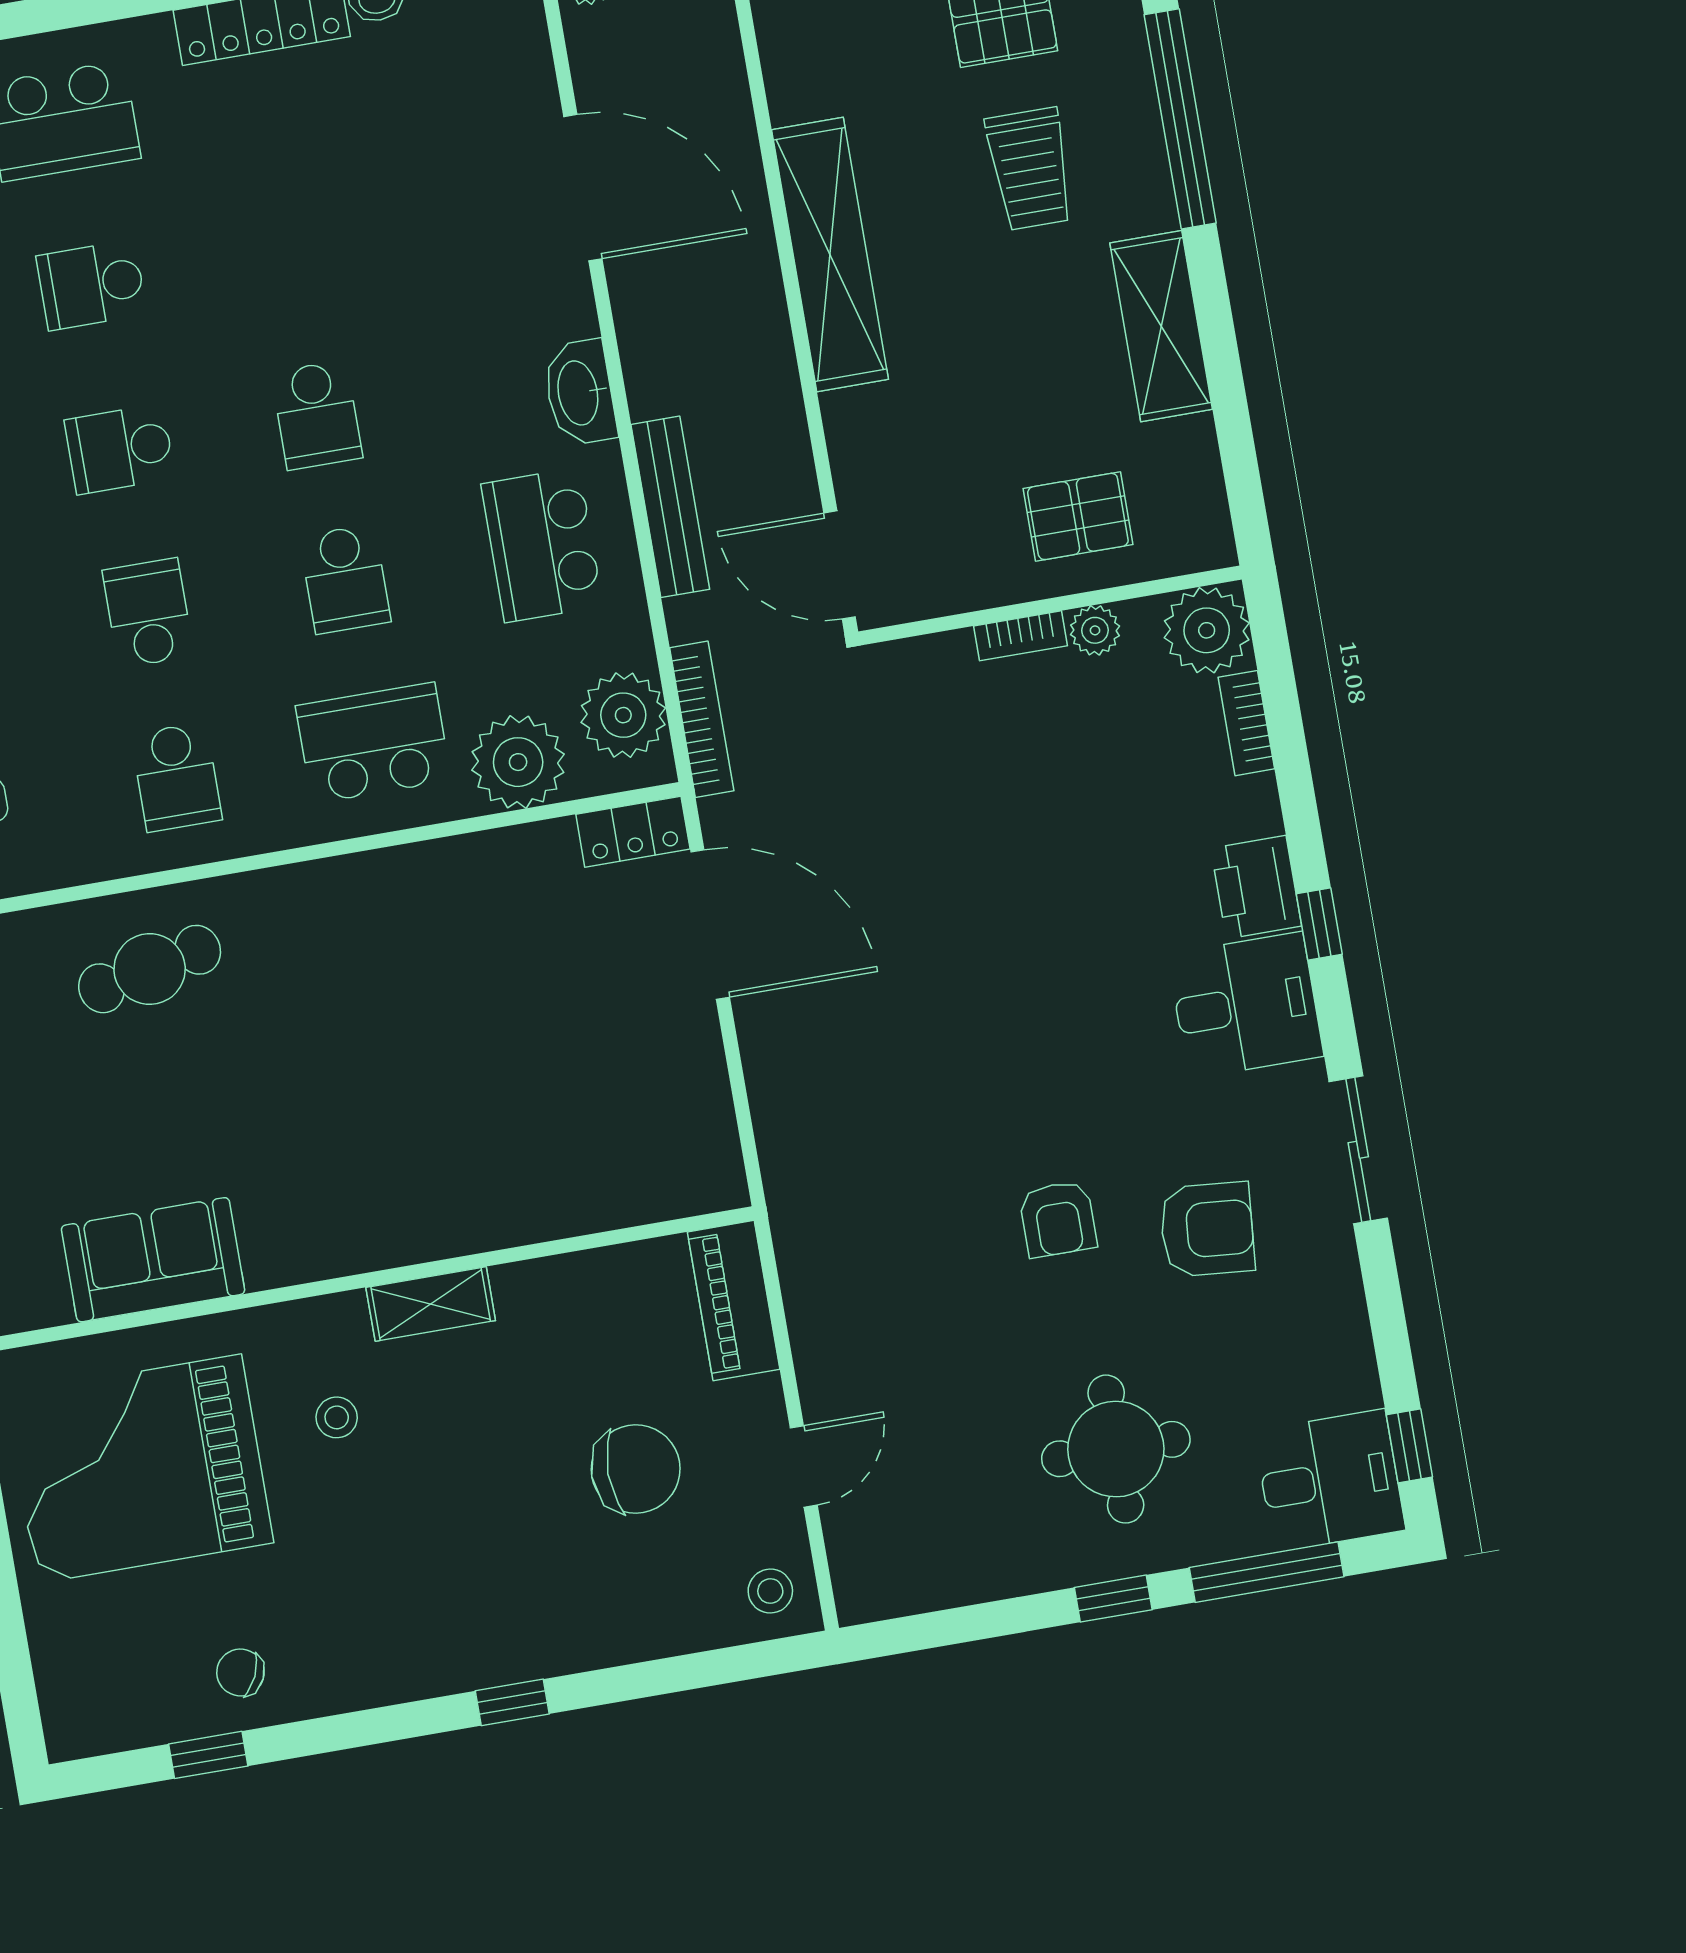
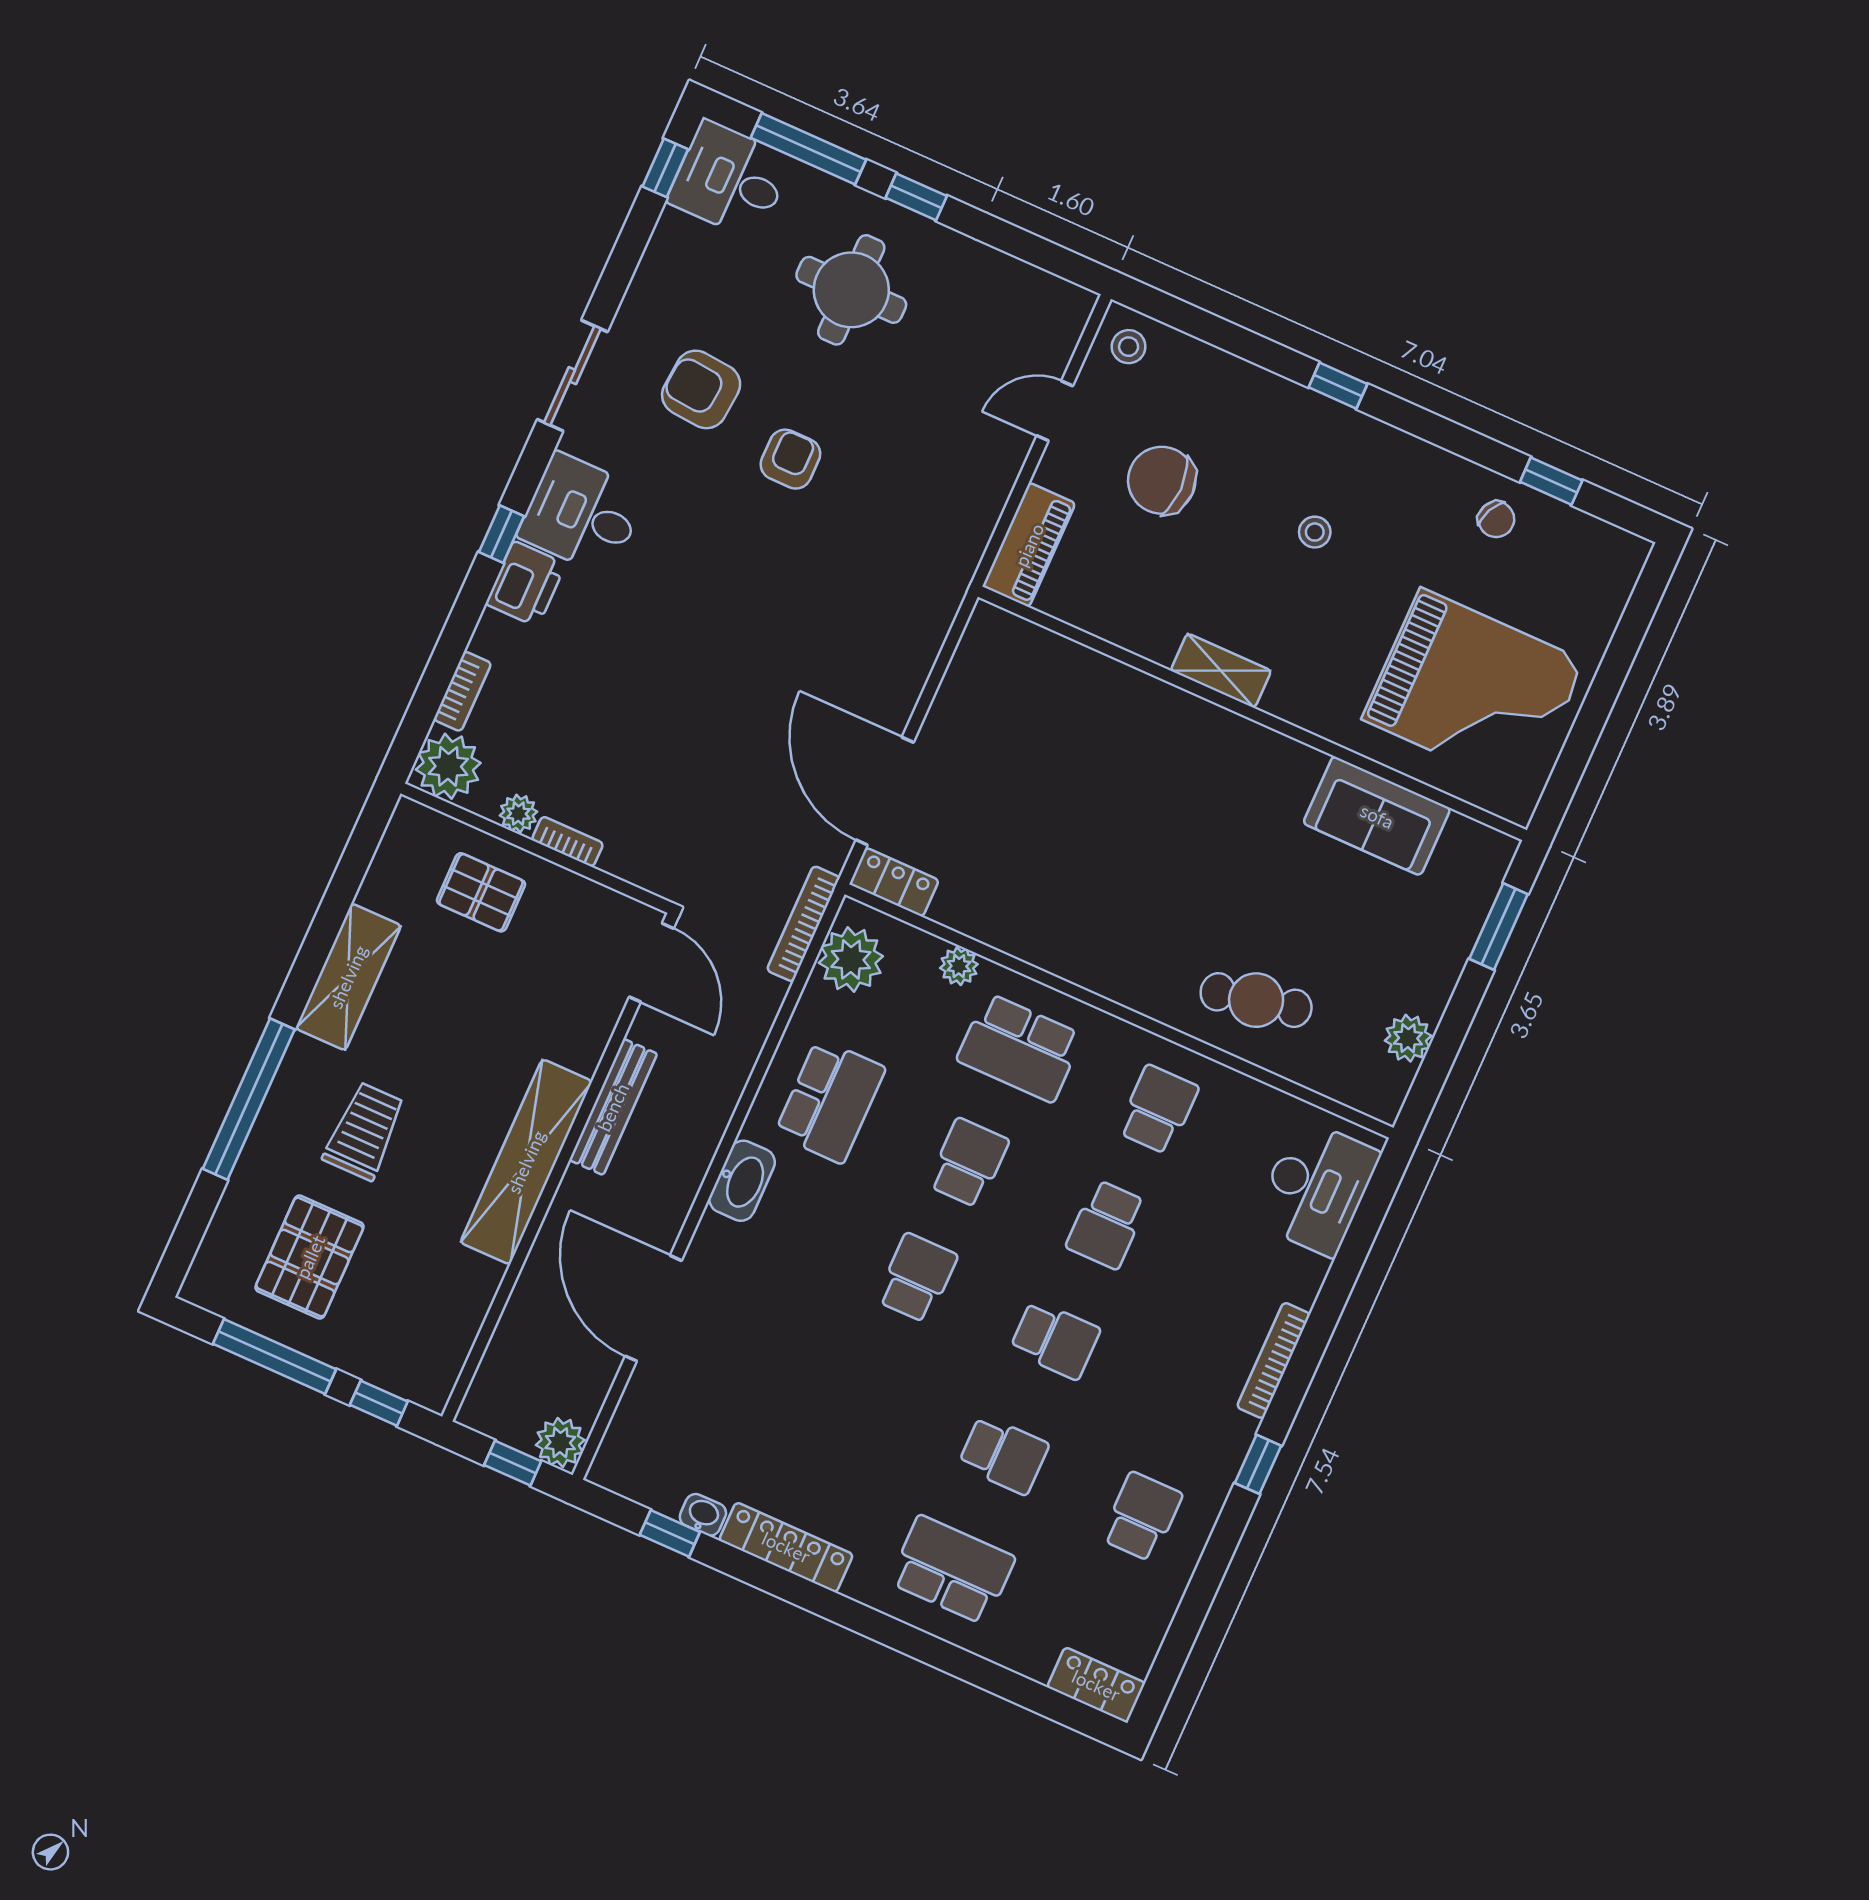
bench: (670, 507) -> (613, 1107), moved
plant: (518, 762) -> (959, 966), width x0.53, depth x0.53
stool: (337, 1417) -> (1315, 532), moved

